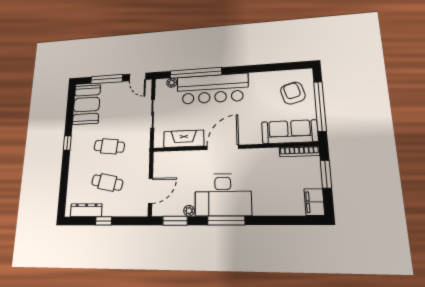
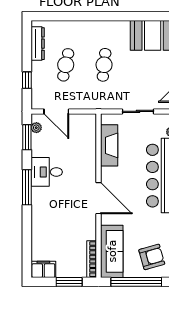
window: (67, 143) -> (110, 16), removed
door: (223, 147) -> (98, 198), moved
desk: (223, 195) -> (47, 172), width x0.53, depth x0.77
plant: (189, 211) -> (36, 128), moved
window: (104, 221) -> (27, 80), moved

